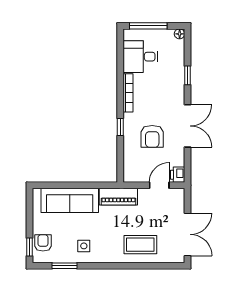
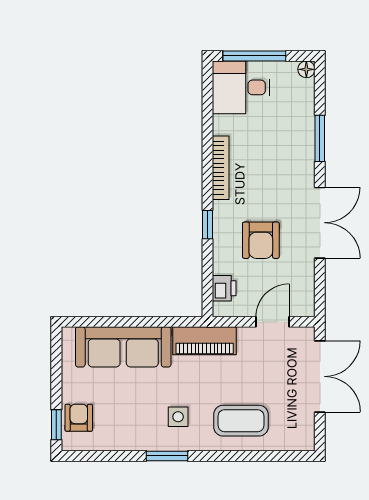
desk: (140, 57) -> (241, 87), moved
window: (188, 75) -> (320, 138), width x1.50
printer: (178, 175) -> (224, 288), moved, turned 180
double door: (188, 234) -> (320, 376), moved
side table: (84, 246) -> (178, 417), moved
window: (65, 266) -> (167, 456), moved

